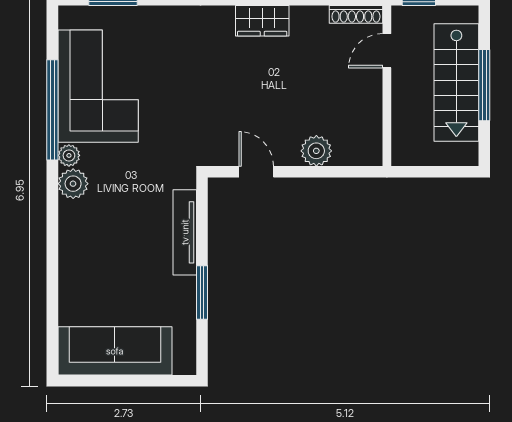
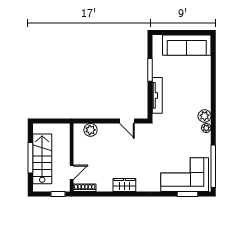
corner sofa: (98, 86) -> (185, 175), moved, turned 90
window: (52, 110) -> (213, 166), moved
plant: (316, 151) -> (90, 130), moved

